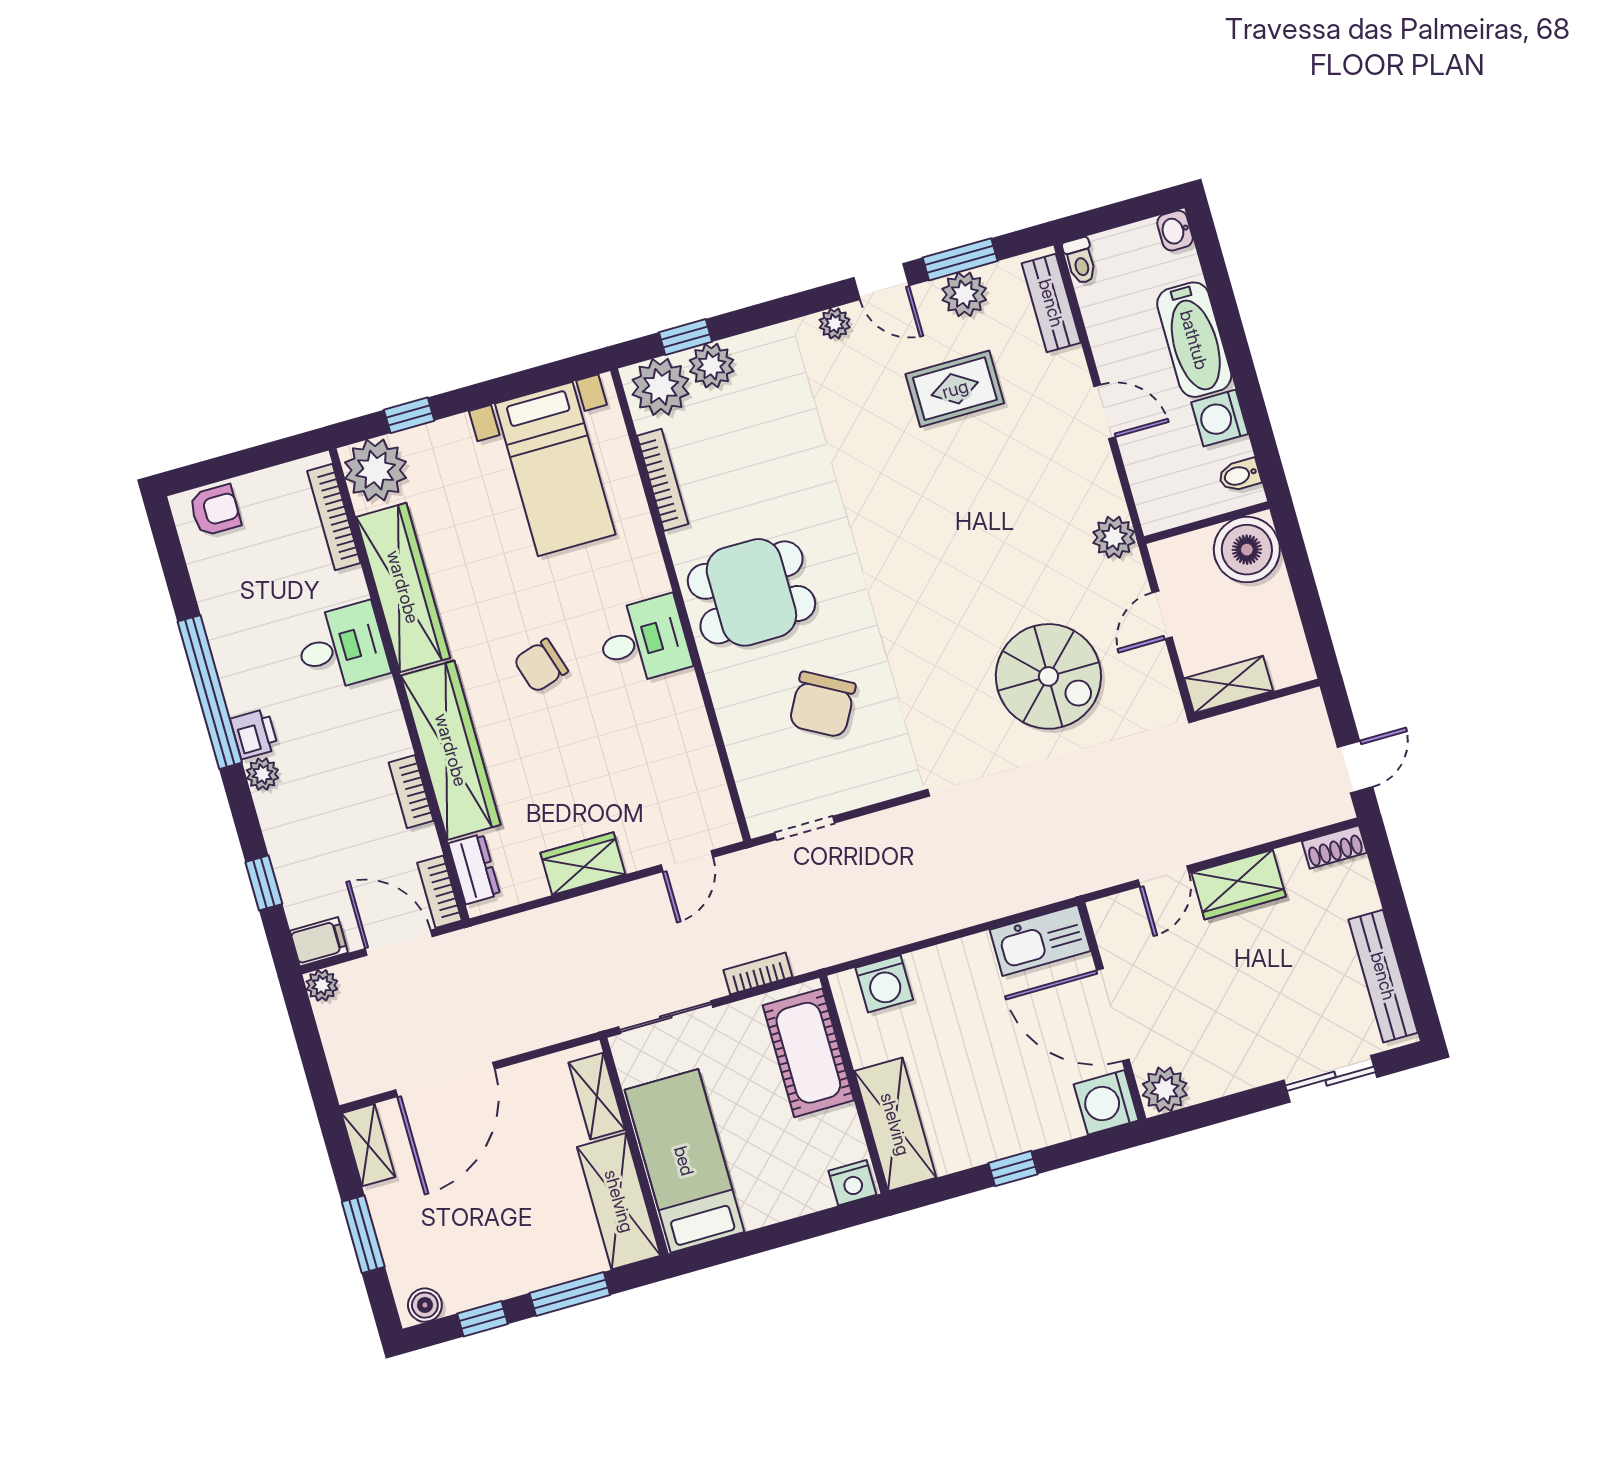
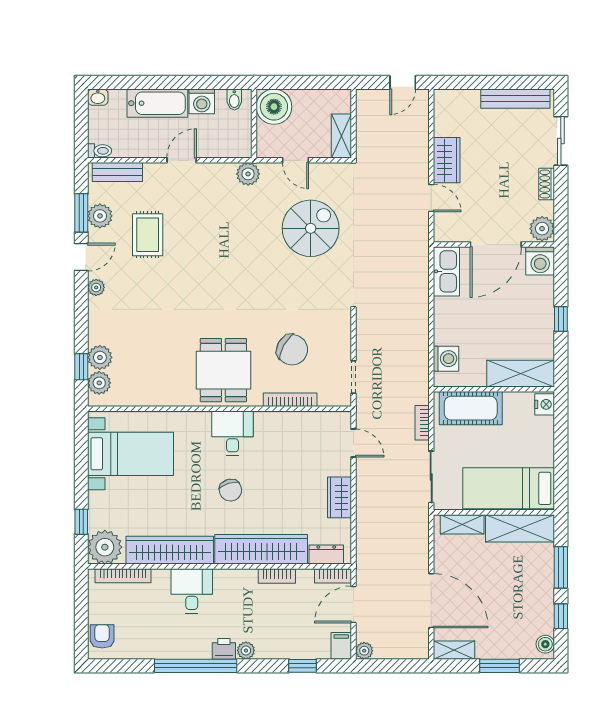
plant: (660, 387) -> (99, 383), width x0.73, depth x0.73
bookcase: (663, 480) -> (290, 400), moved
door: (1355, 767) -> (403, 82), swing flipped
shoe rack: (1334, 847) -> (547, 184), moved, turned 180

